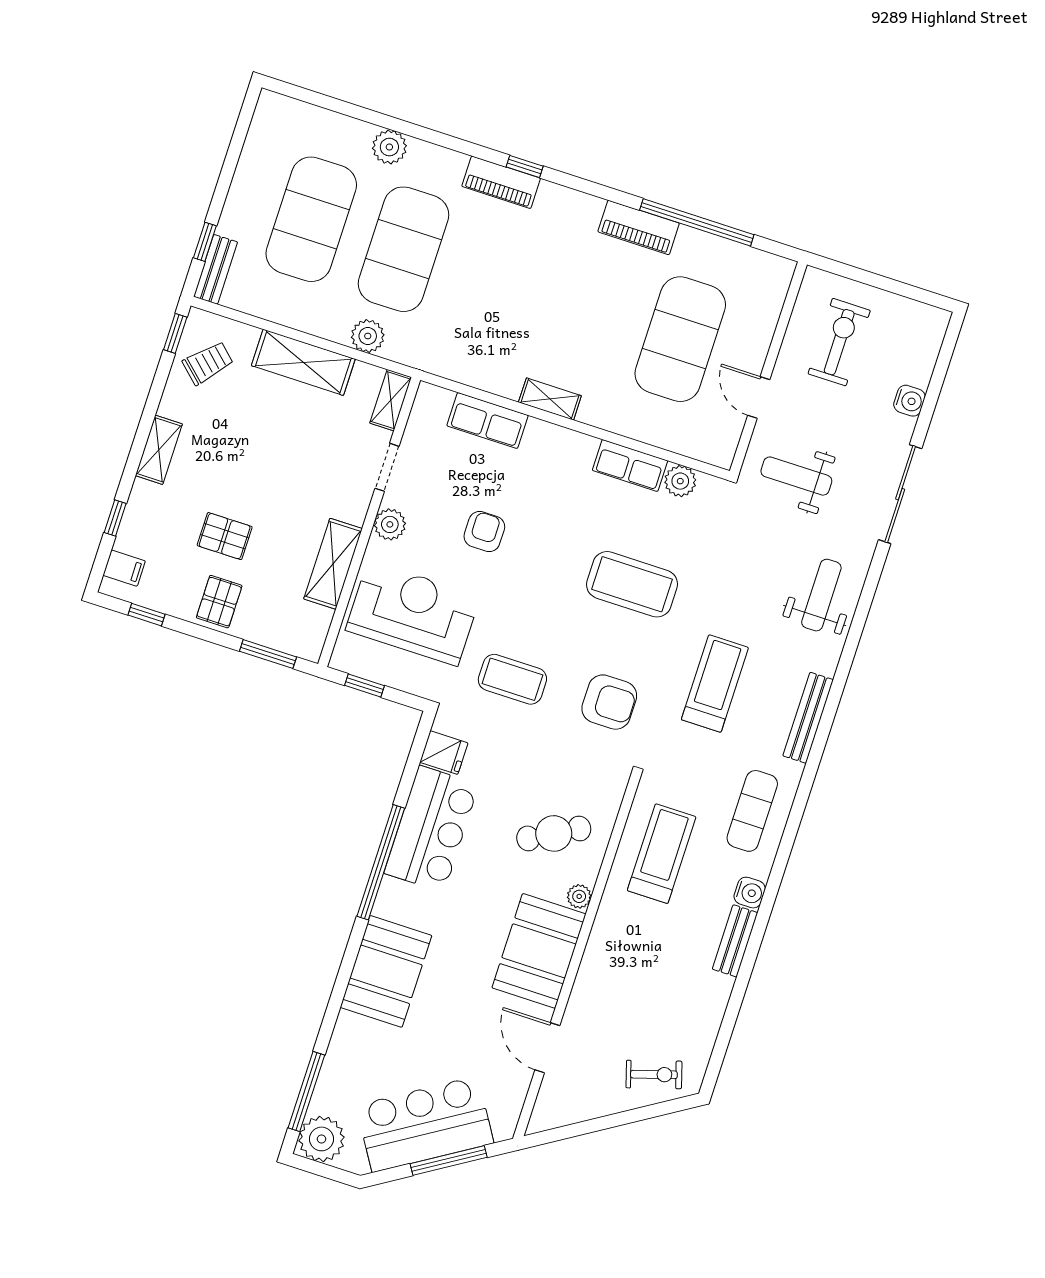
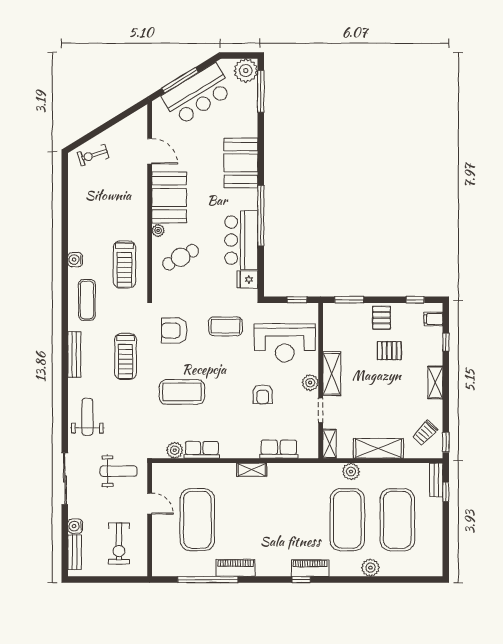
shelving: (333, 564) -> (332, 374), moved
weight bench: (821, 595) -> (87, 417), turned 180
bench: (735, 941) -> (75, 552), moved

